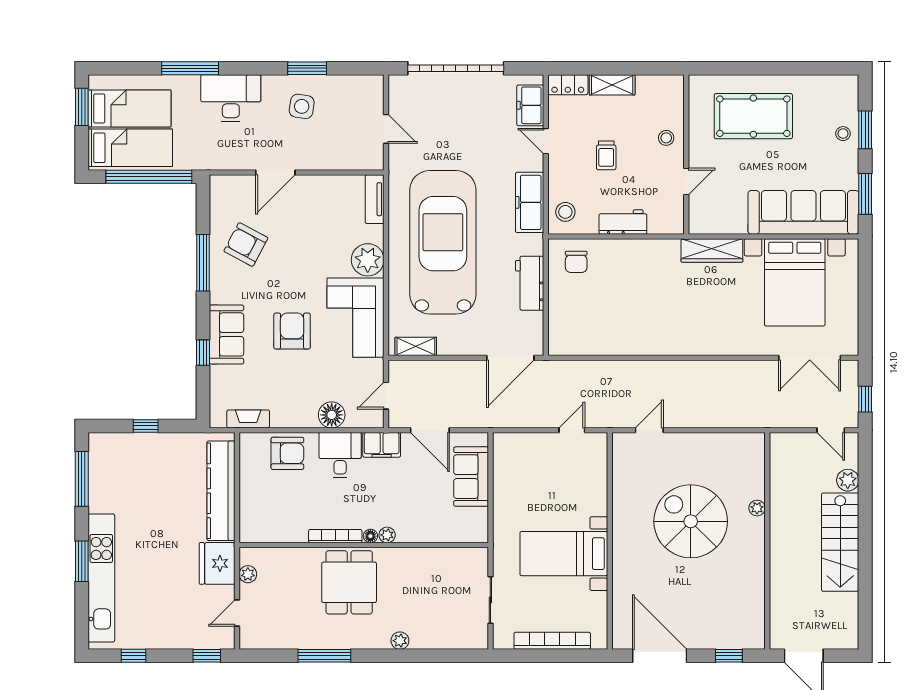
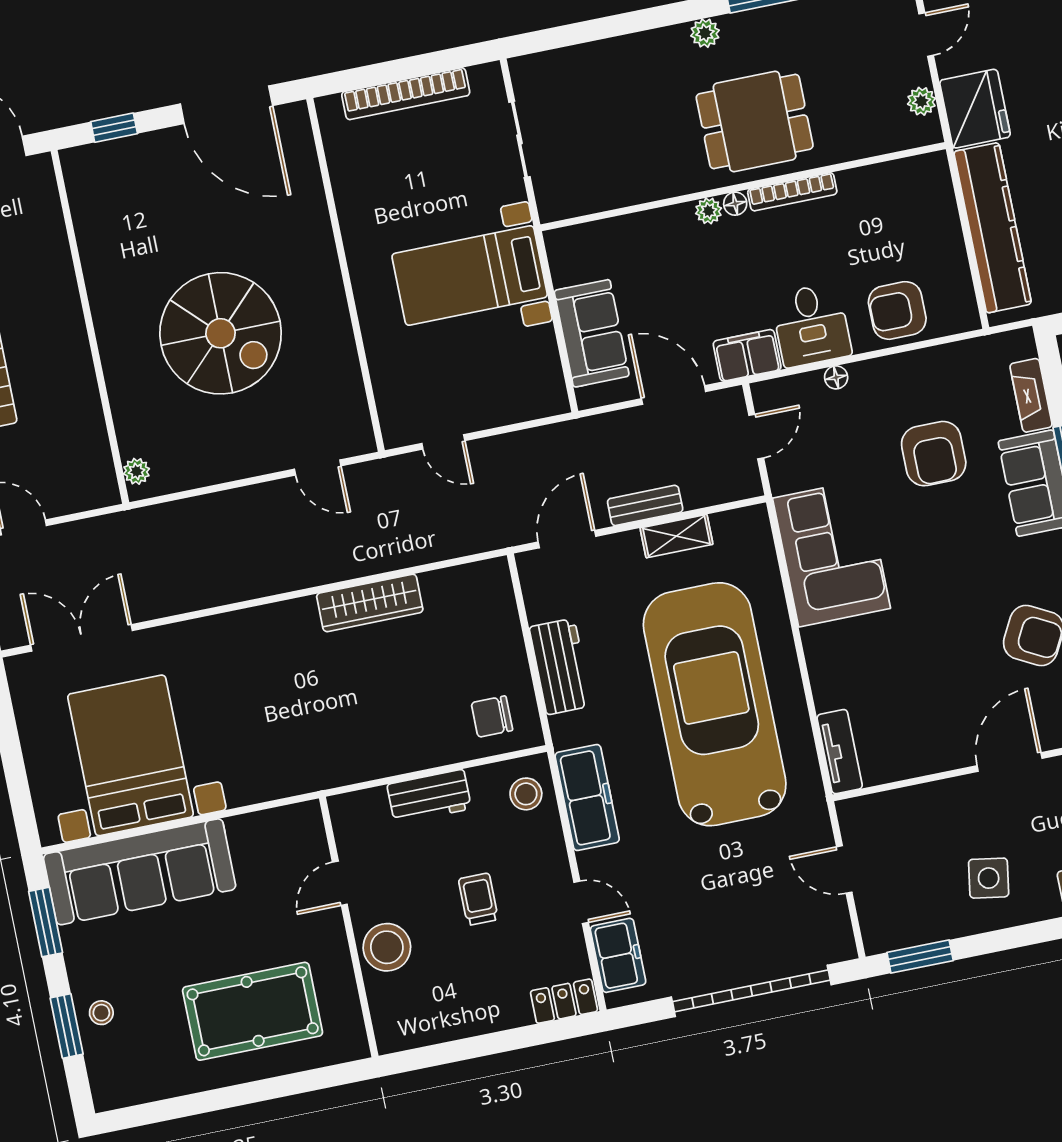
window: (307, 68) -> (920, 957), moved
shelving: (612, 85) -> (492, 1016), removed
stool: (666, 138) -> (387, 947), width x1.89, depth x1.89
car: (443, 242) -> (715, 704), turned 180
wardrobe: (712, 250) -> (370, 603), moved, turned 180
plant: (368, 260) -> (831, 651), removed
chair: (576, 262) -> (492, 717), turned -90
armchair: (292, 331) -> (934, 454), moved
shelving: (416, 346) -> (676, 536), moved
door: (510, 358) -> (567, 539), width x0.73
bench: (460, 368) -> (645, 505), added
floor lamp: (332, 415) -> (836, 377), width x0.53, depth x0.53
fireplace: (248, 419) -> (1031, 395), moved, turned 90
door: (572, 430) -> (443, 442), hinge flipped
door: (649, 430) -> (318, 468), hinge flipped
plant: (757, 508) -> (136, 471), moved
bed with nightstands: (564, 554) -> (470, 275), moved, turned 180
dining table: (349, 582) -> (755, 122), turned 90
plant: (400, 641) -> (705, 33), moved

